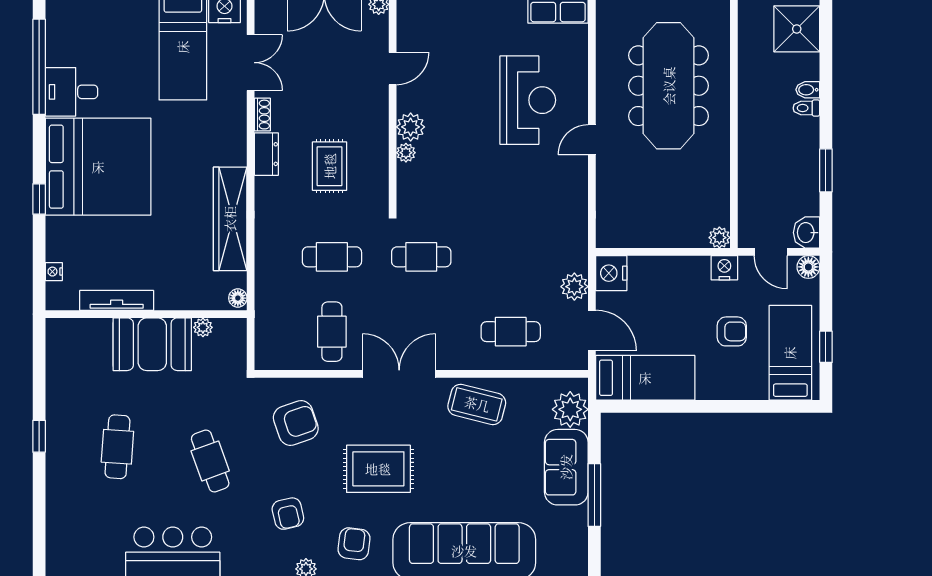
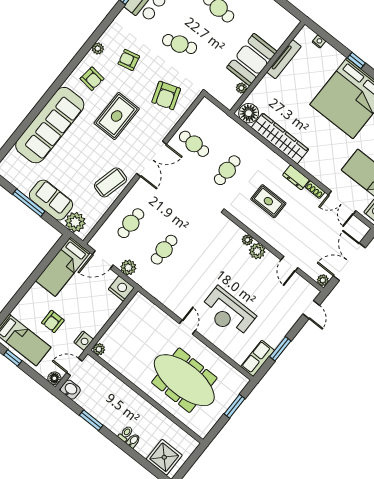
cafe table: (421, 257) -> (164, 250), moved
floor lamp: (238, 298) -> (249, 113), width x1.89, depth x1.89

